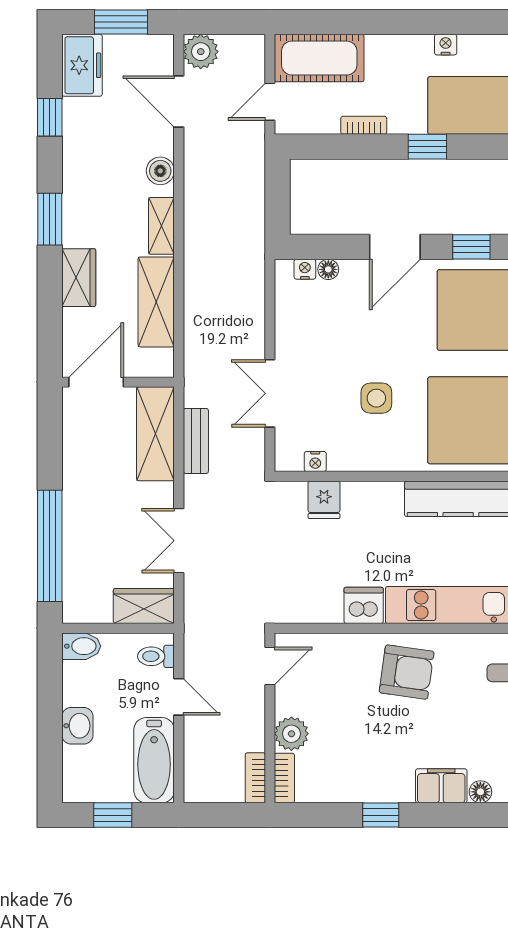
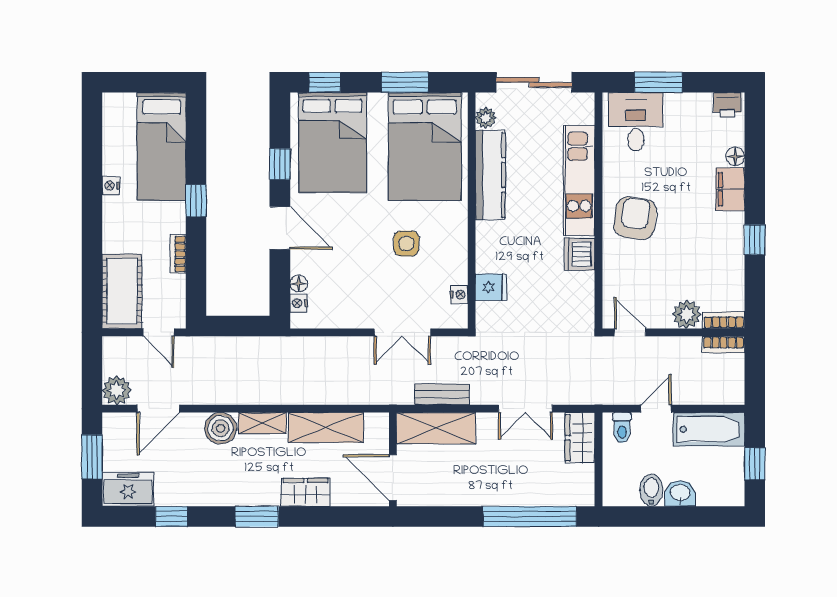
boiler: (160, 171) -> (221, 428), width x1.36, depth x1.36
bidet: (81, 646) -> (651, 490), moved

